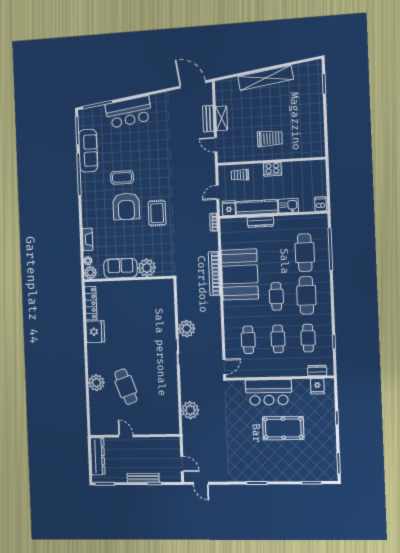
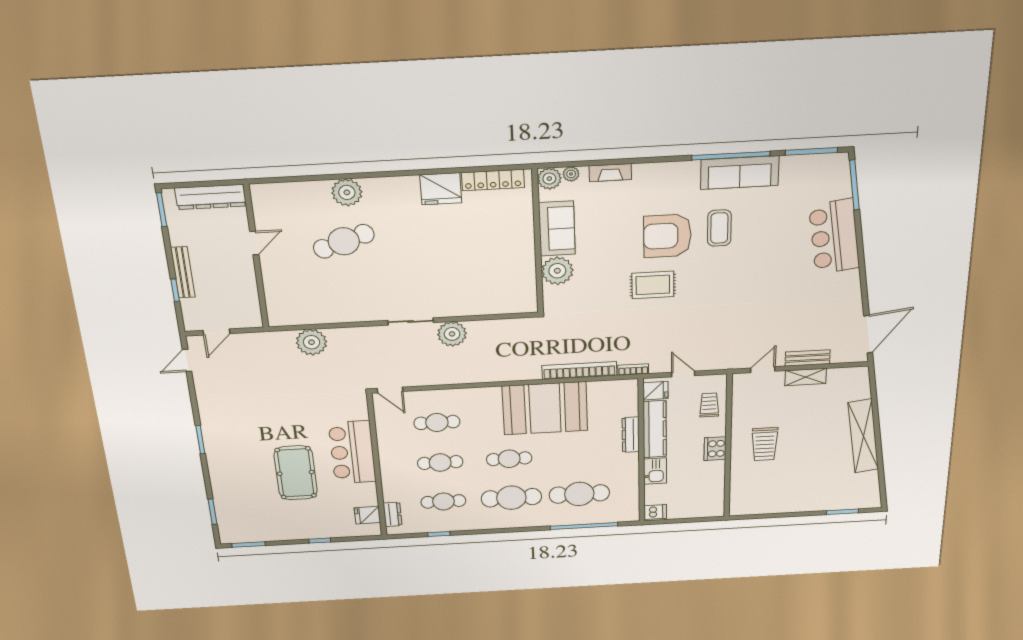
sofa: (88, 151) -> (740, 173), moved
bookcase: (214, 274) -> (579, 371), moved

